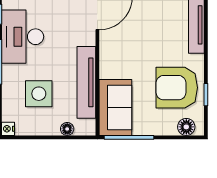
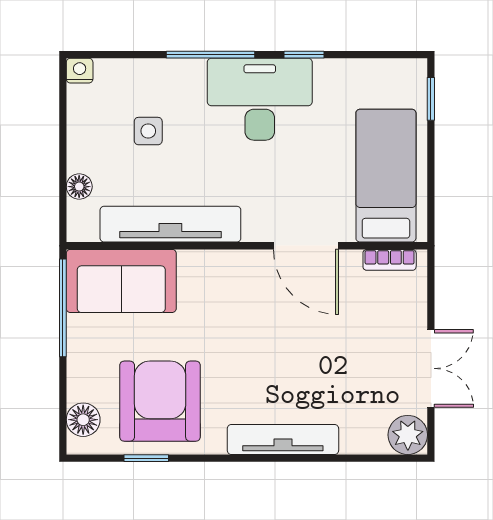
side table: (39, 94) -> (148, 131), width x0.54, depth x0.54

